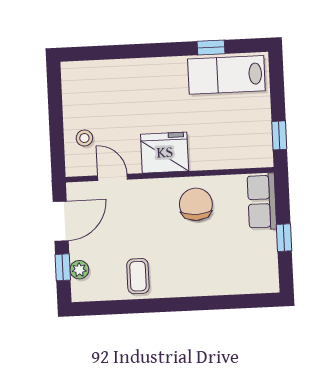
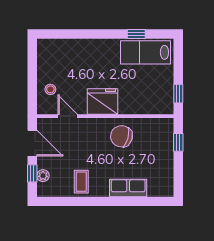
row of seats: (262, 201) -> (128, 188), moved, turned 90
chair: (196, 204) -> (121, 136), turned -75
door: (61, 221) -> (32, 143), hinge flipped
window: (284, 238) -> (178, 142), moved

